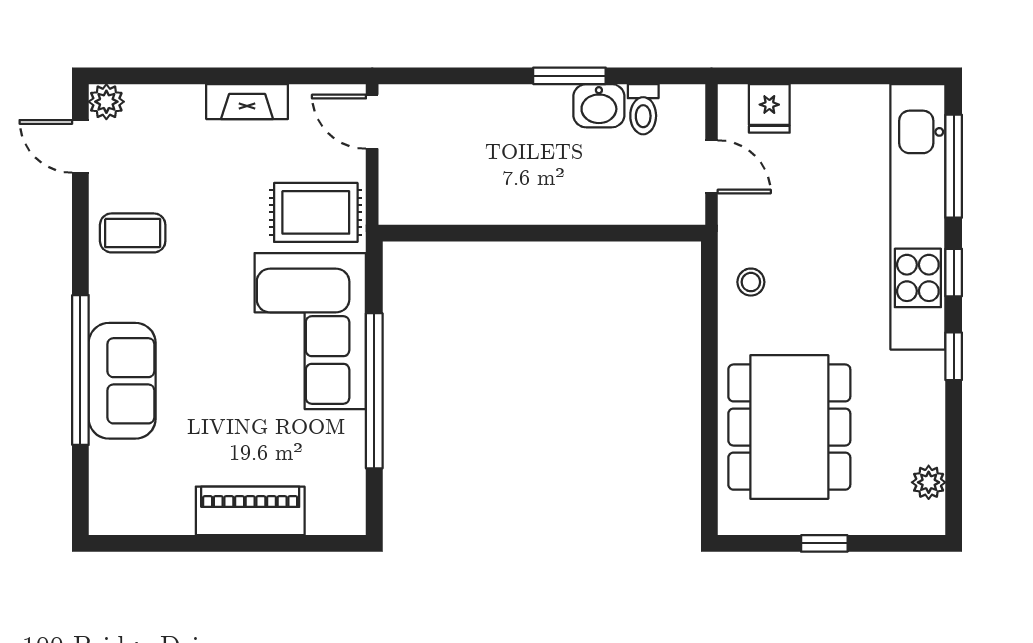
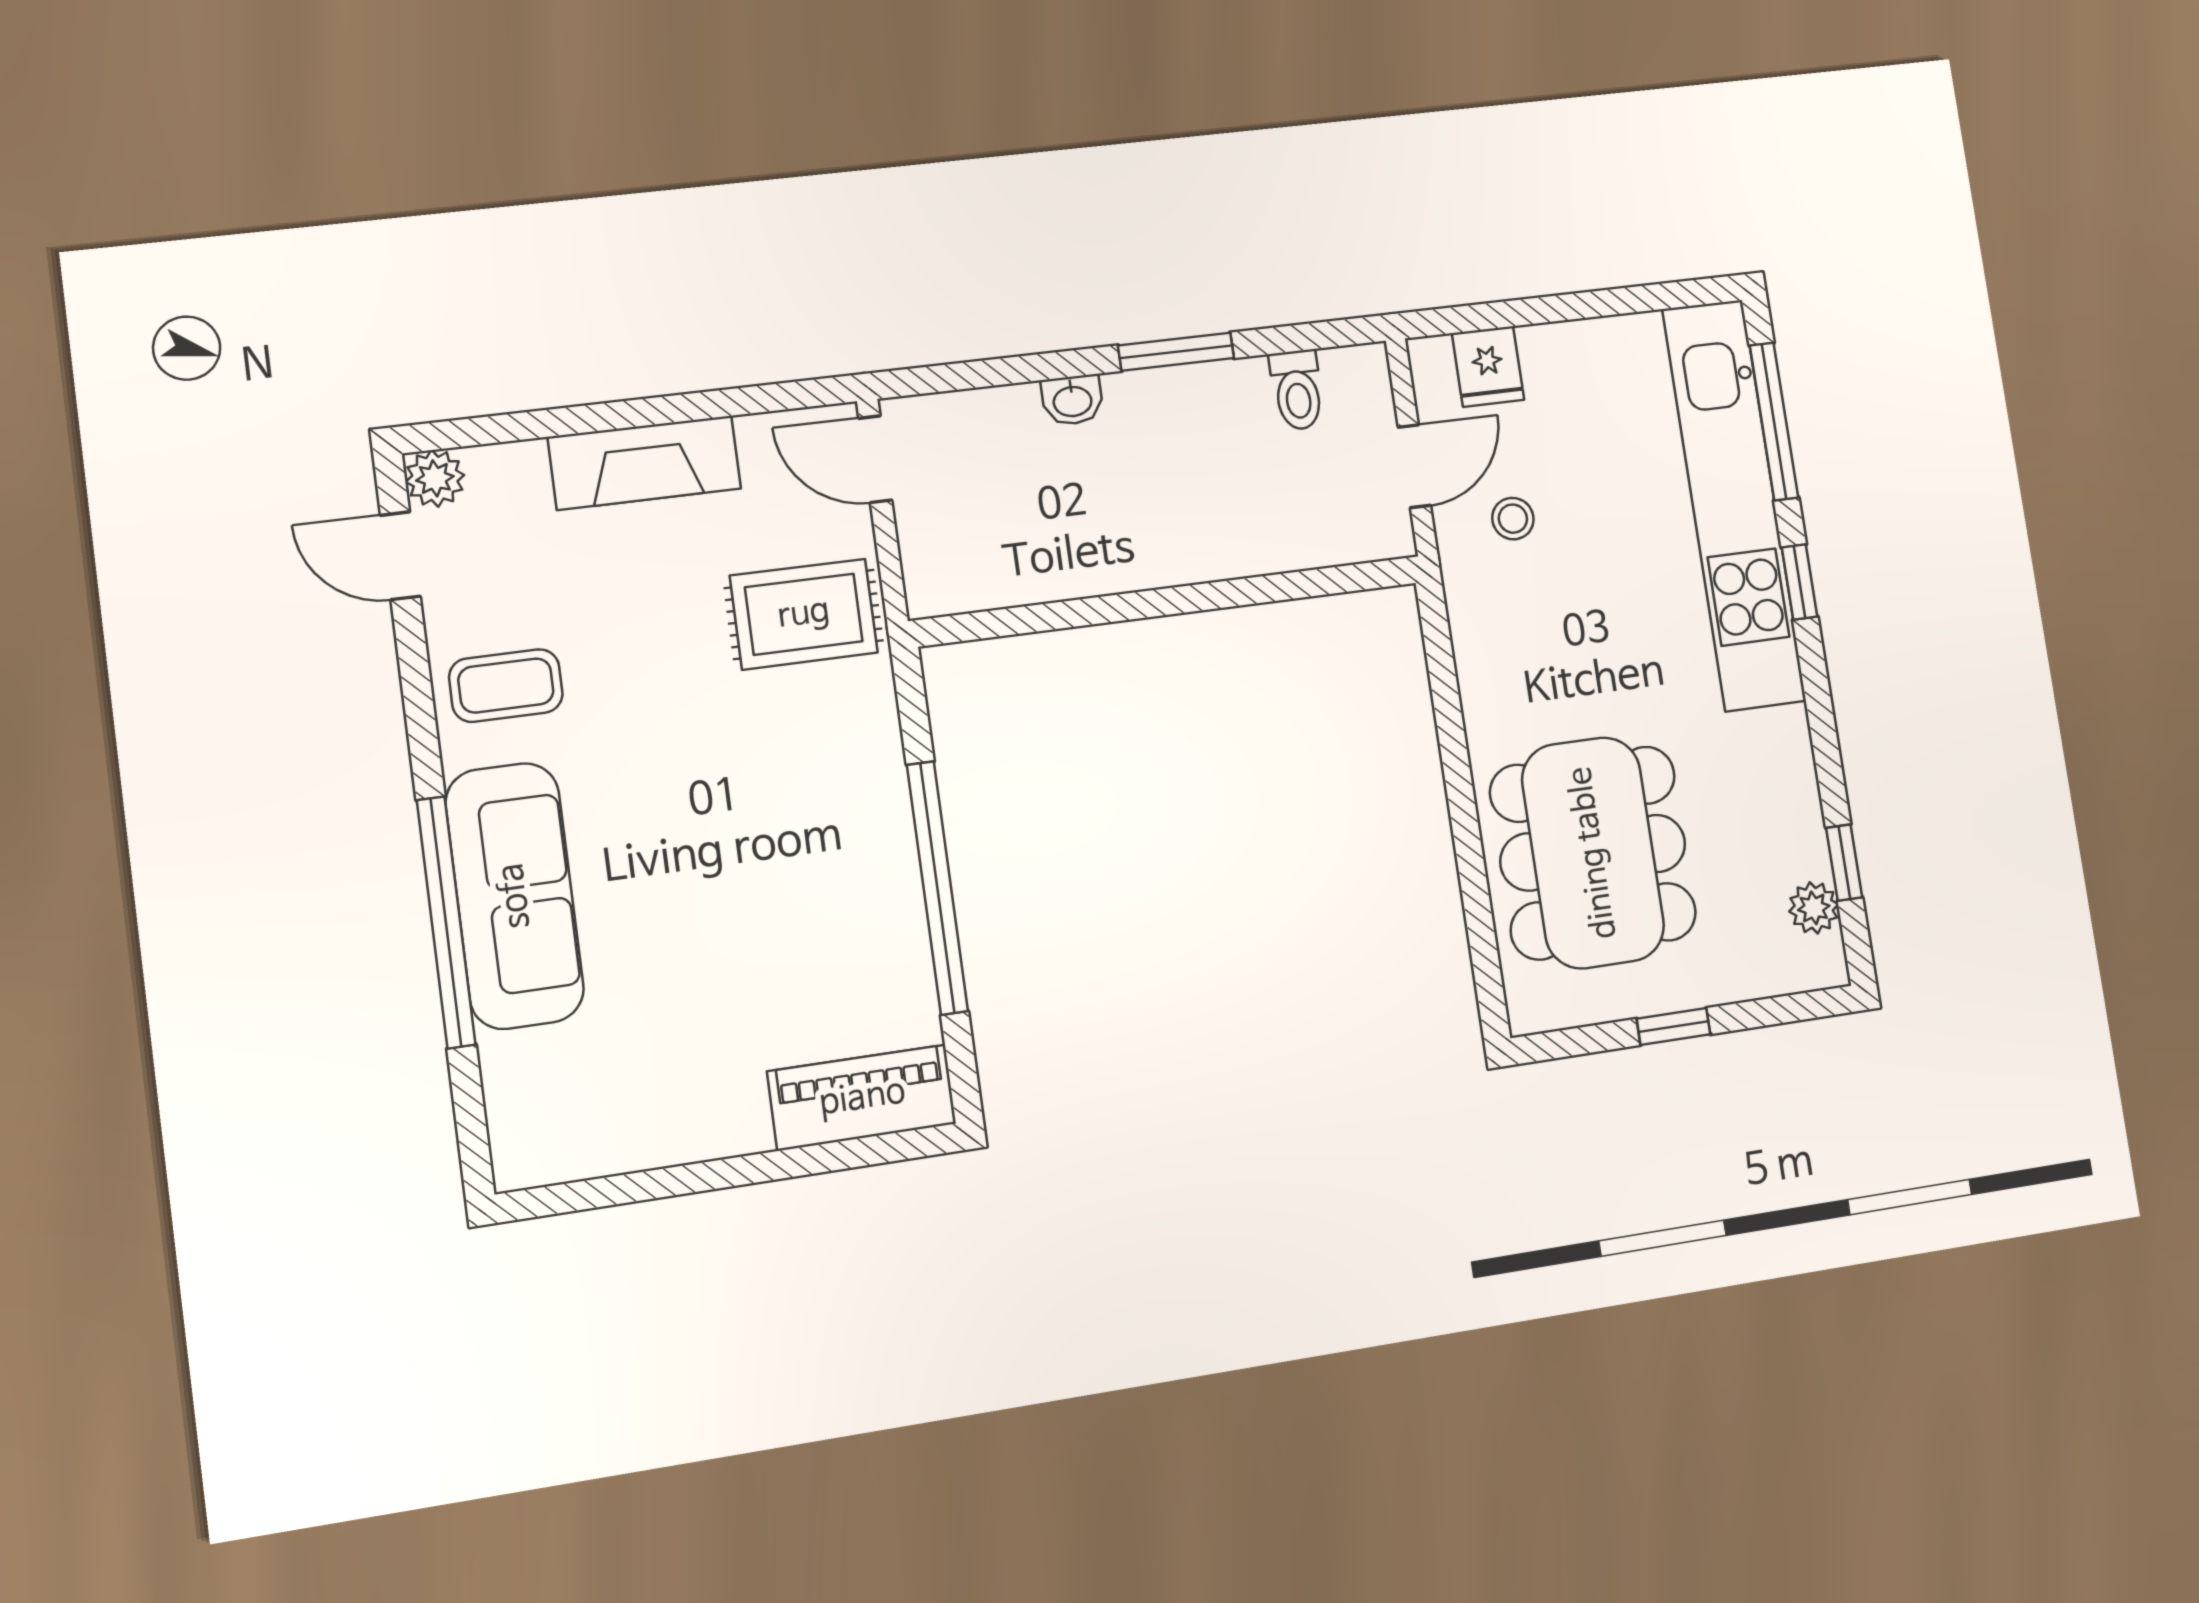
fireplace: (247, 102) -> (645, 463), width x1.37, depth x1.32
washbasin: (599, 106) -> (1072, 400), moved, width x0.72, depth x0.69
door: (712, 167) -> (1414, 466), hinge flipped
stool: (751, 282) -> (1513, 519), moved
corner sofa: (310, 331) -> (820, 806), removed
window: (954, 356) -> (1844, 863), moved
sofa: (122, 381) -> (515, 896), width x1.36
piano: (250, 511) -> (862, 1098), moved

